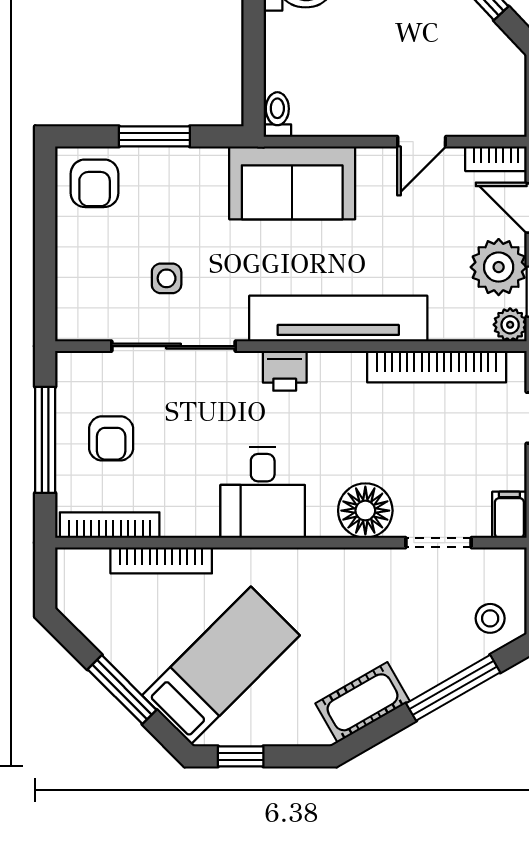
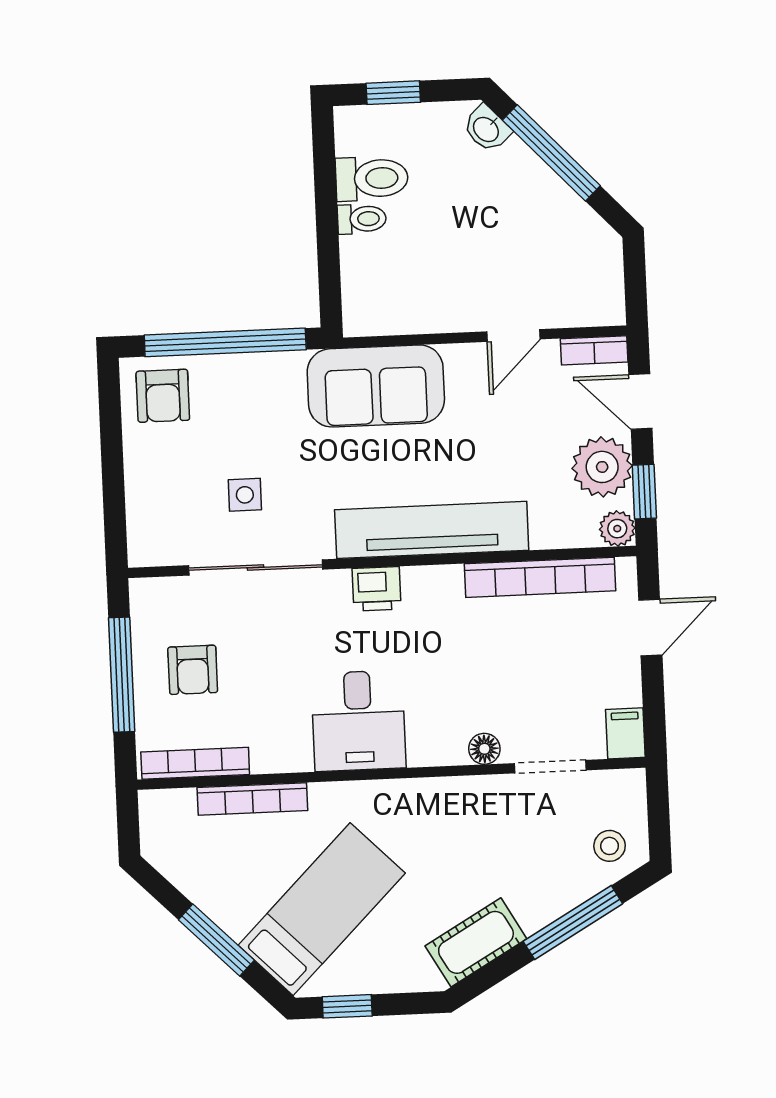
toilet: (277, 115) -> (362, 219), moved, turned 90
window: (154, 136) -> (225, 342), width x2.11
floor lamp: (365, 511) -> (484, 749), width x0.53, depth x0.53

